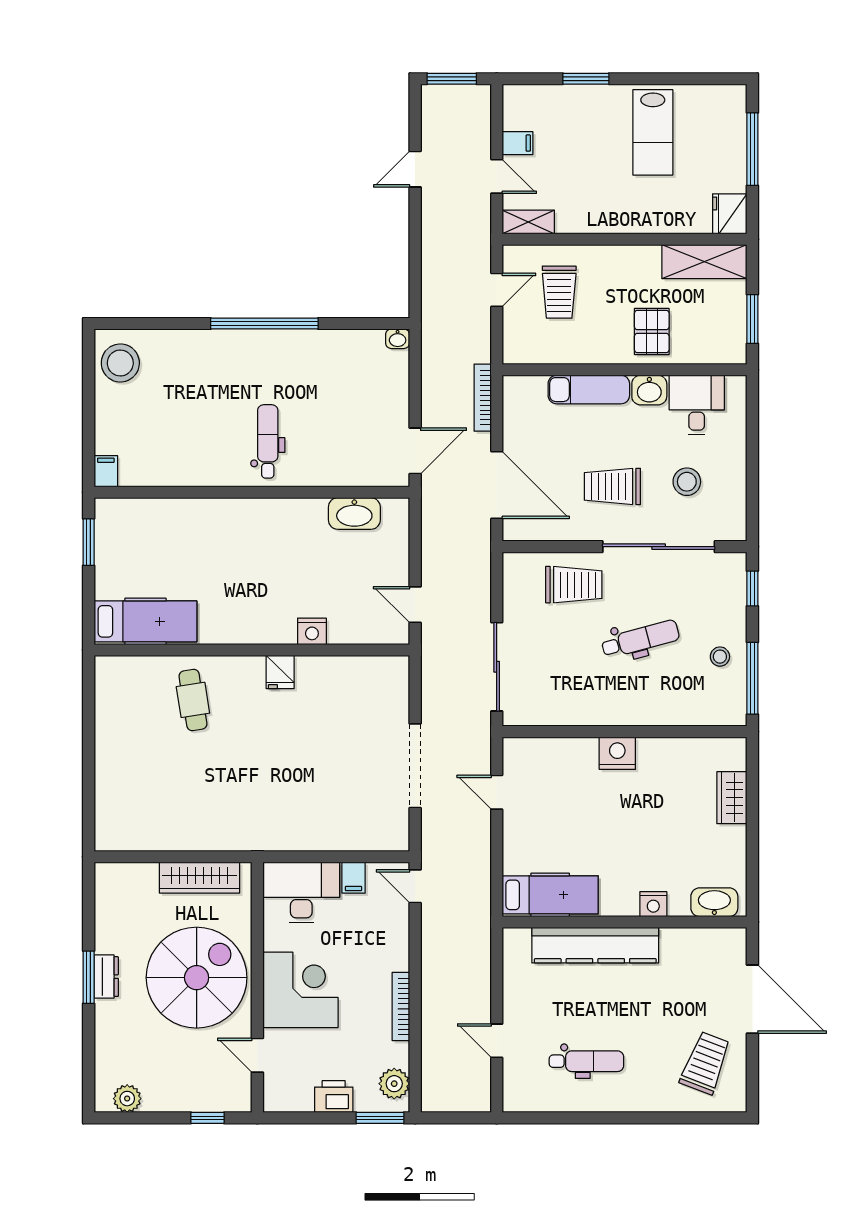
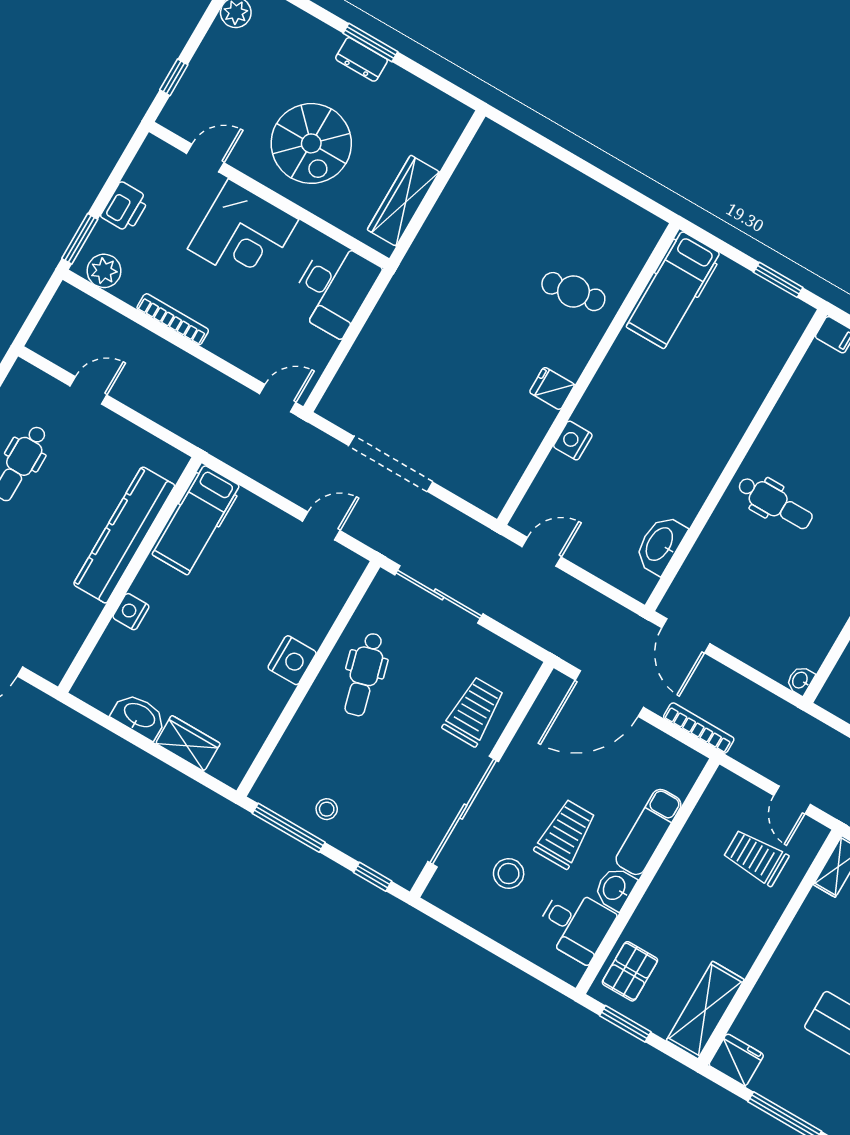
pallet: (652, 332) -> (630, 971), moved, turned 90
trolley: (612, 486) -> (565, 834), moved
trolley: (574, 585) -> (474, 711), turned 180
dental chair: (640, 639) -> (364, 674), moved
filing cabinet: (354, 878) -> (319, 345), removed
washbasin: (714, 902) -> (139, 716), moved, turned -90
spiral stairs: (197, 978) -> (311, 143), width x0.73, depth x0.73

